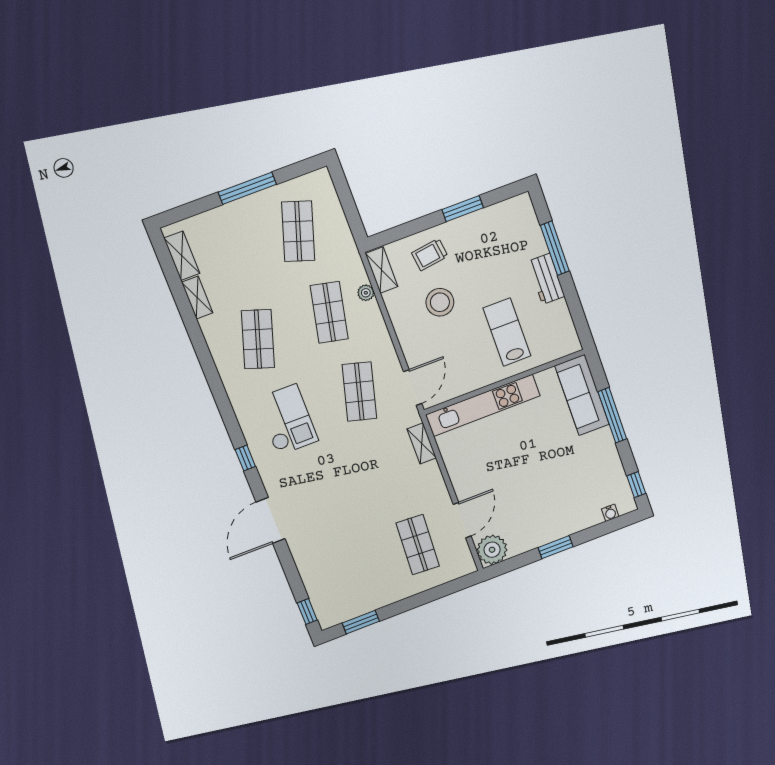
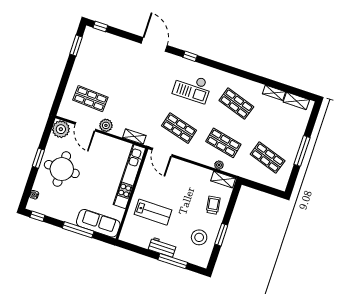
stool: (440, 302) -> (199, 237), moved
plant: (438, 494) -> (106, 125), added
round table: (546, 504) -> (62, 169), added

